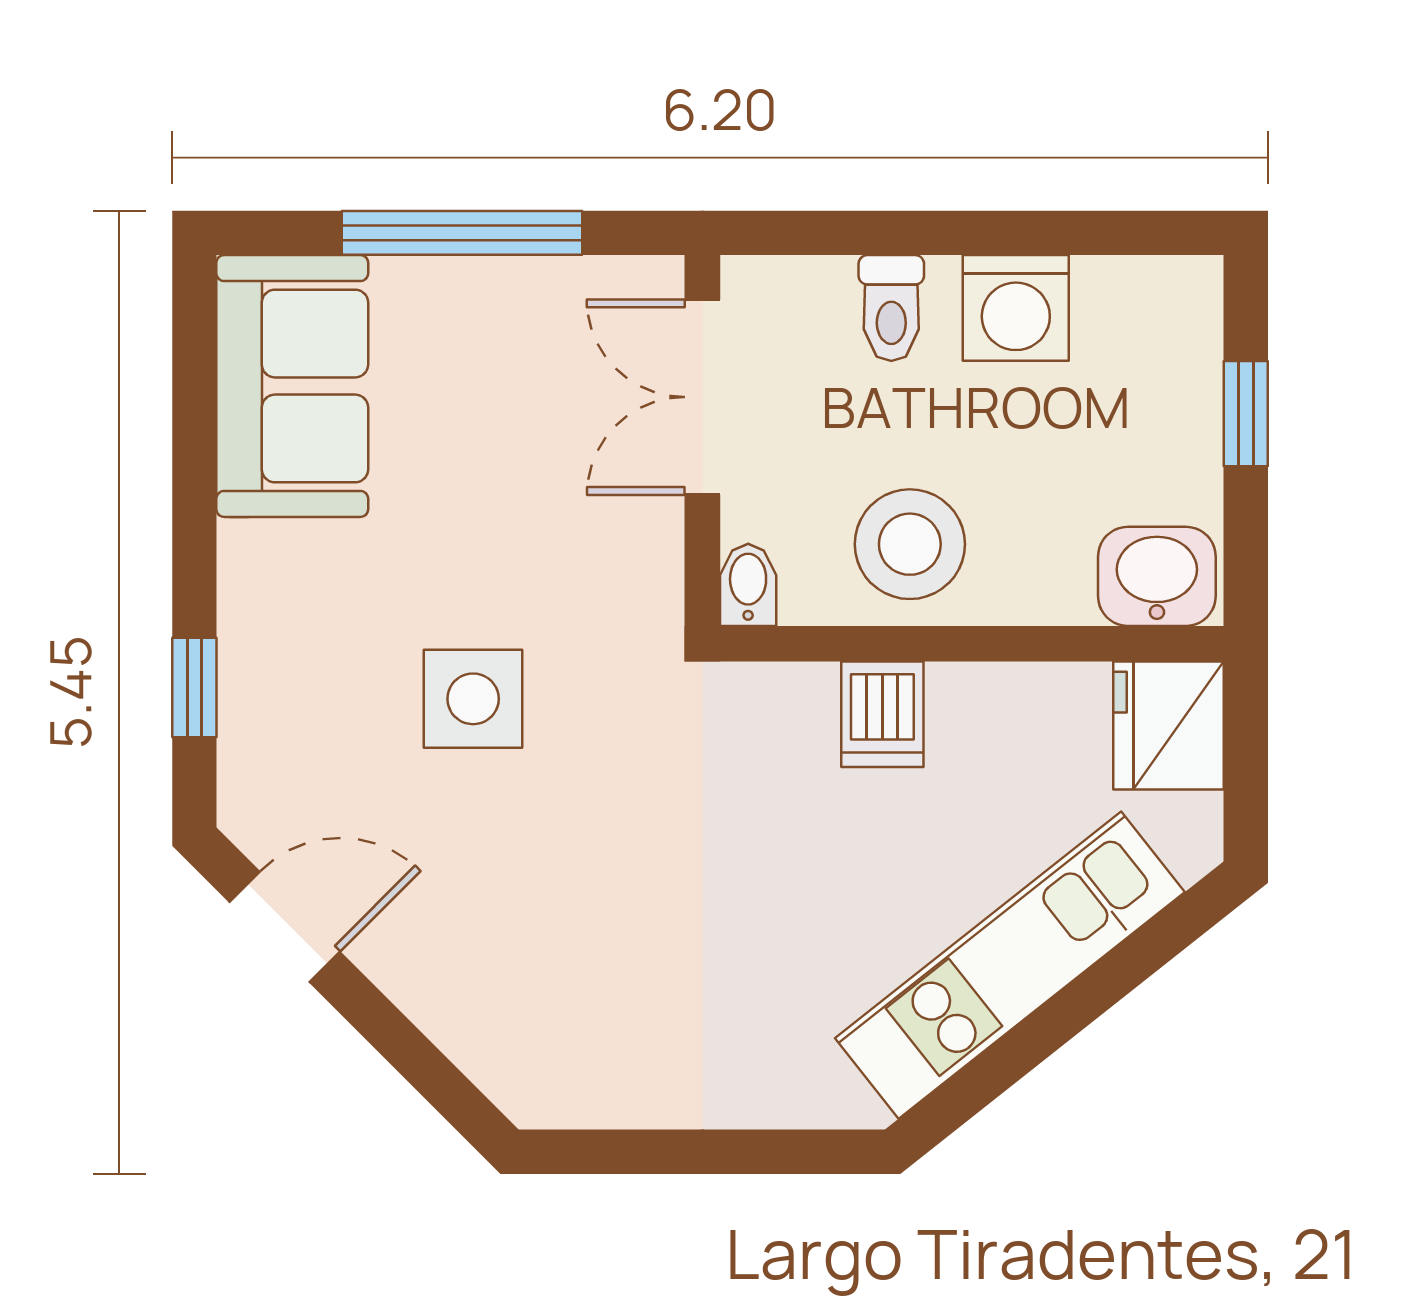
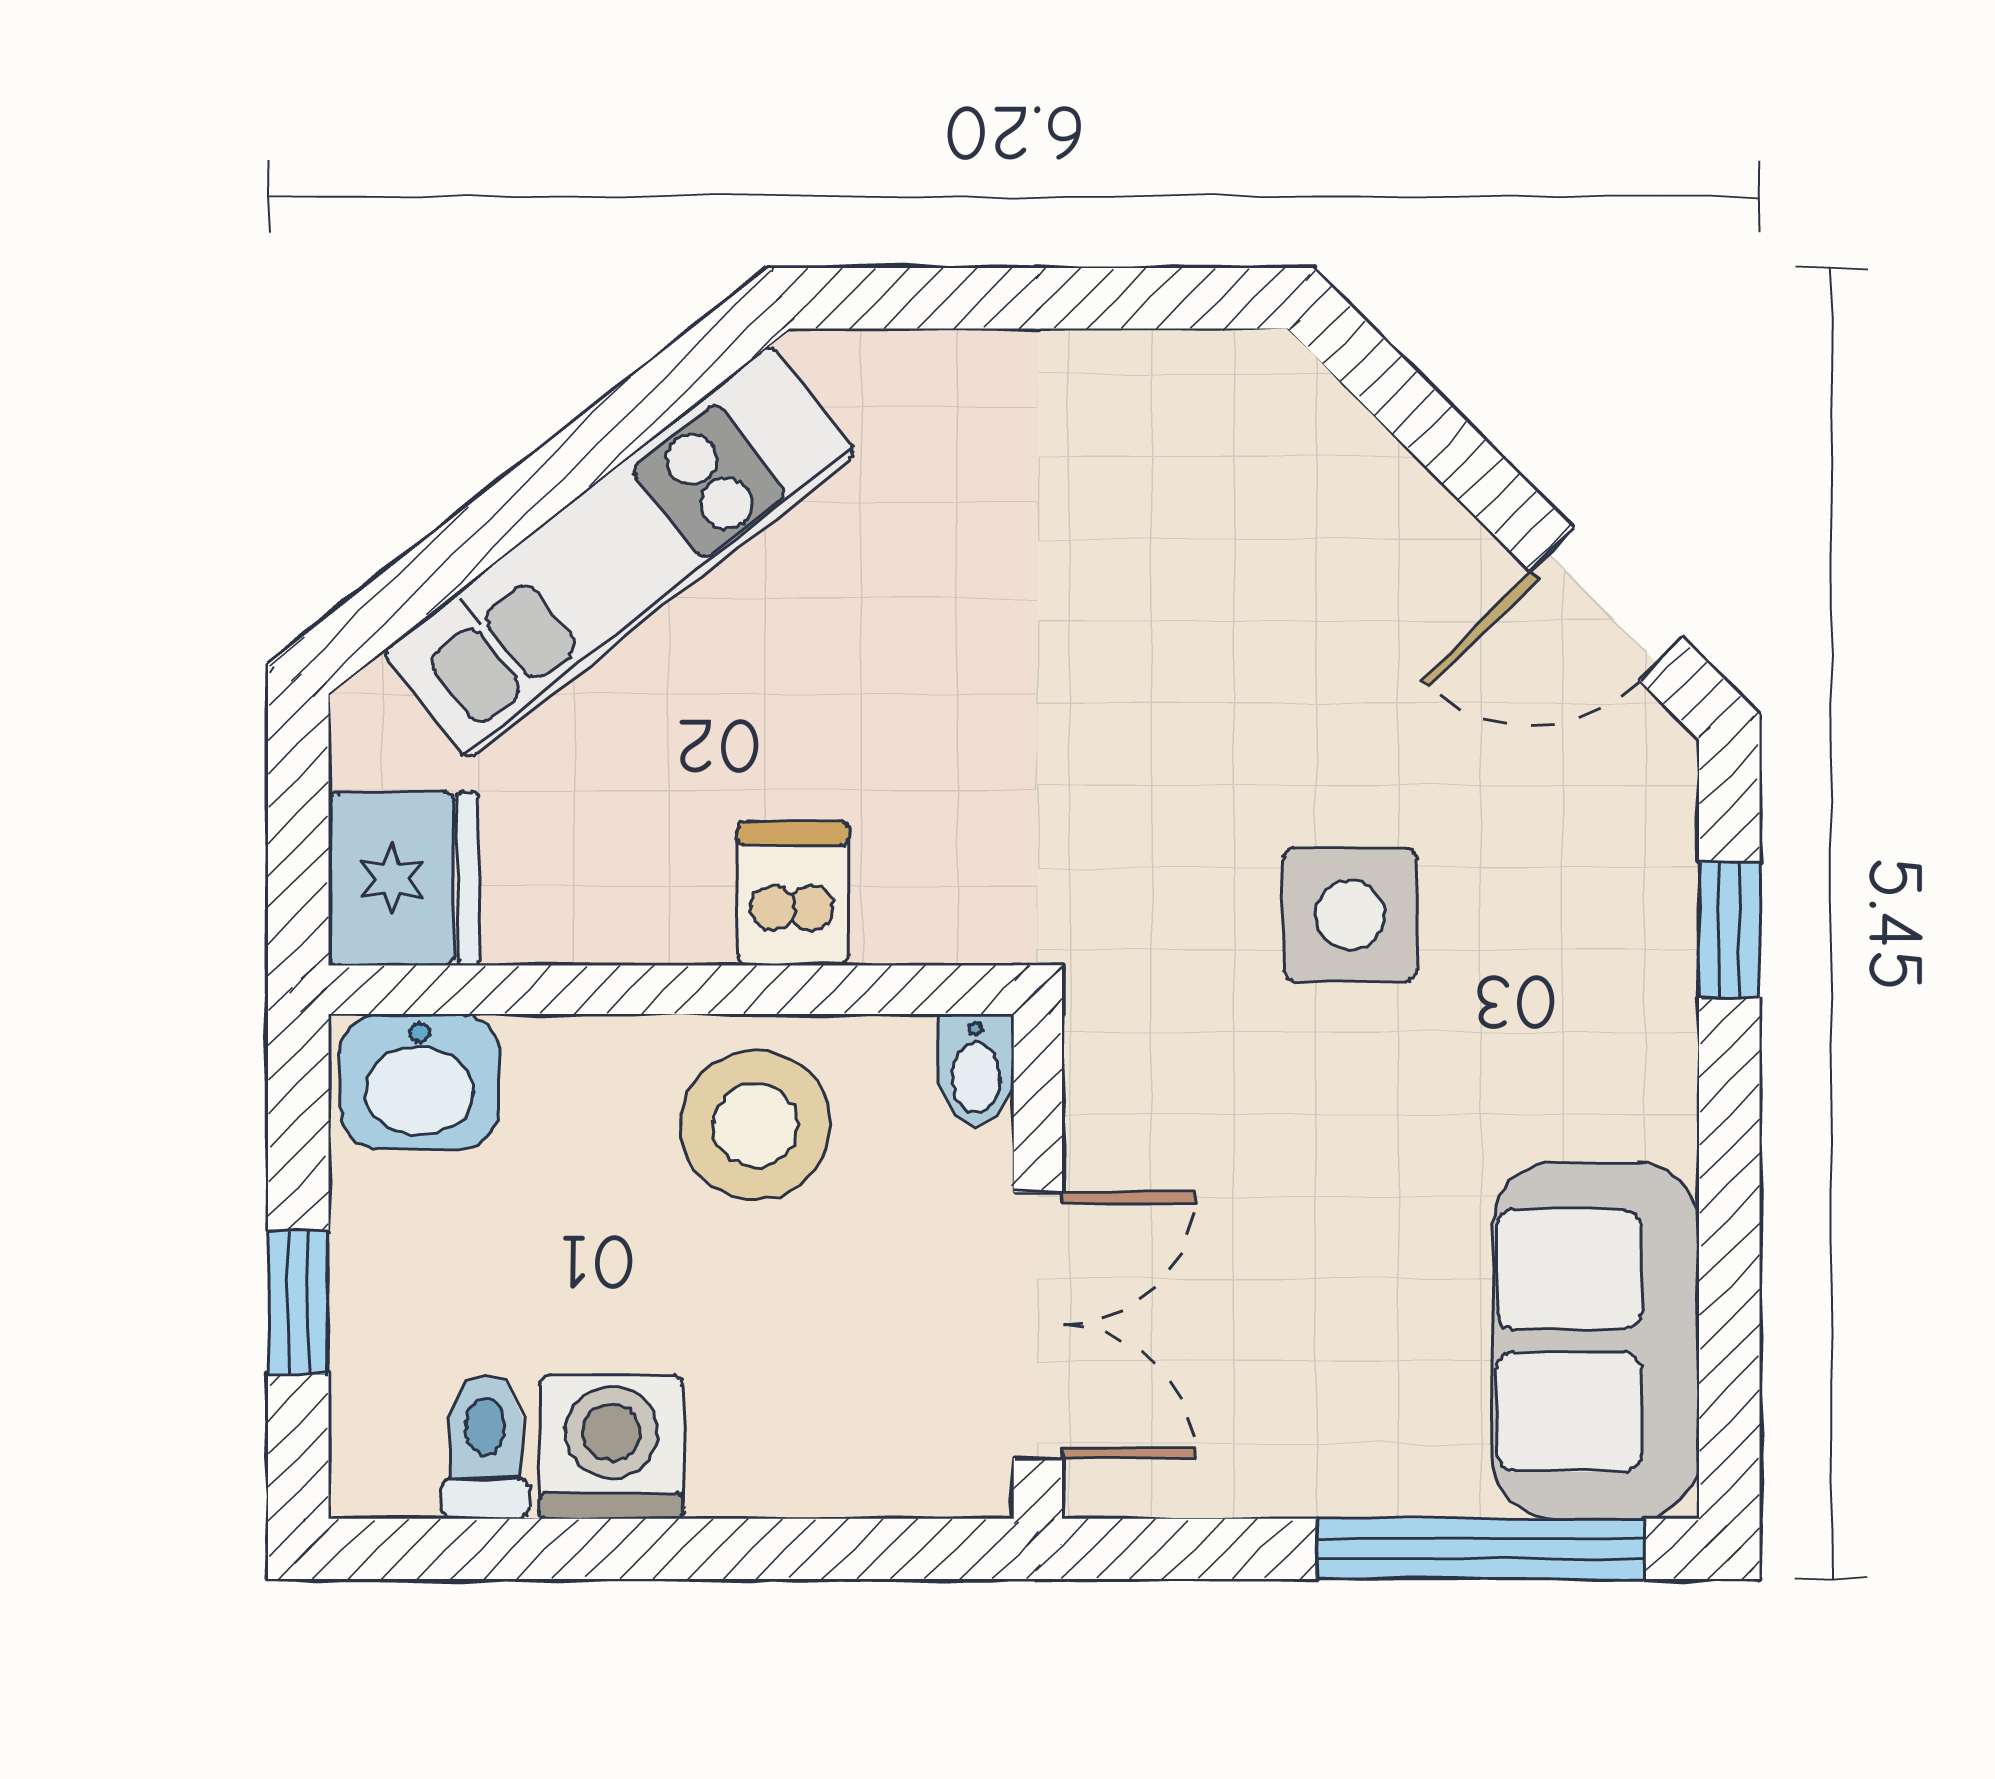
window: (462, 233) -> (1480, 1549), moved
toilet: (891, 308) -> (485, 1447), moved

